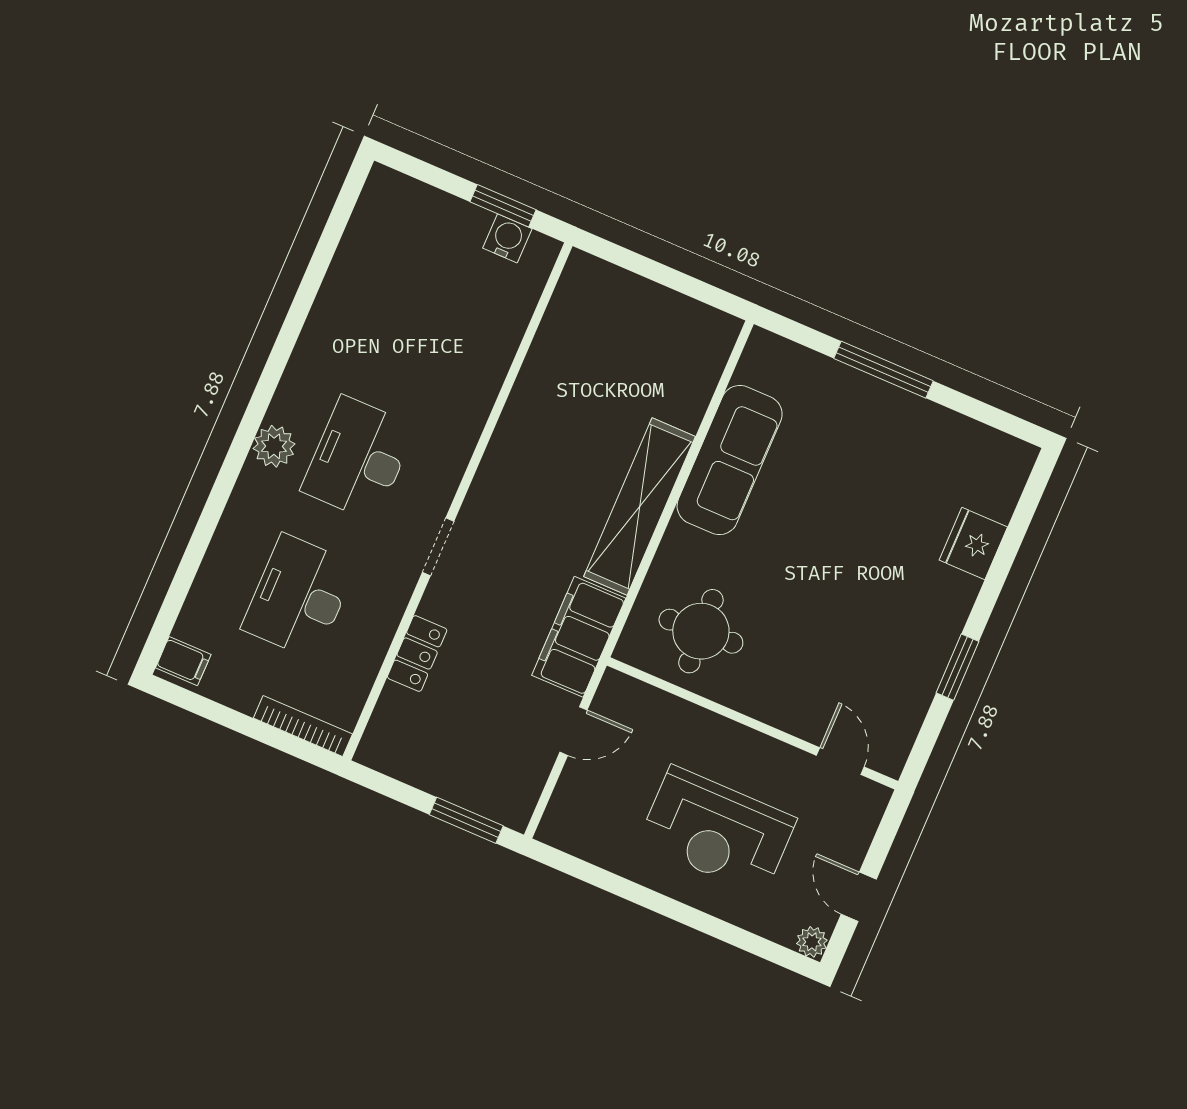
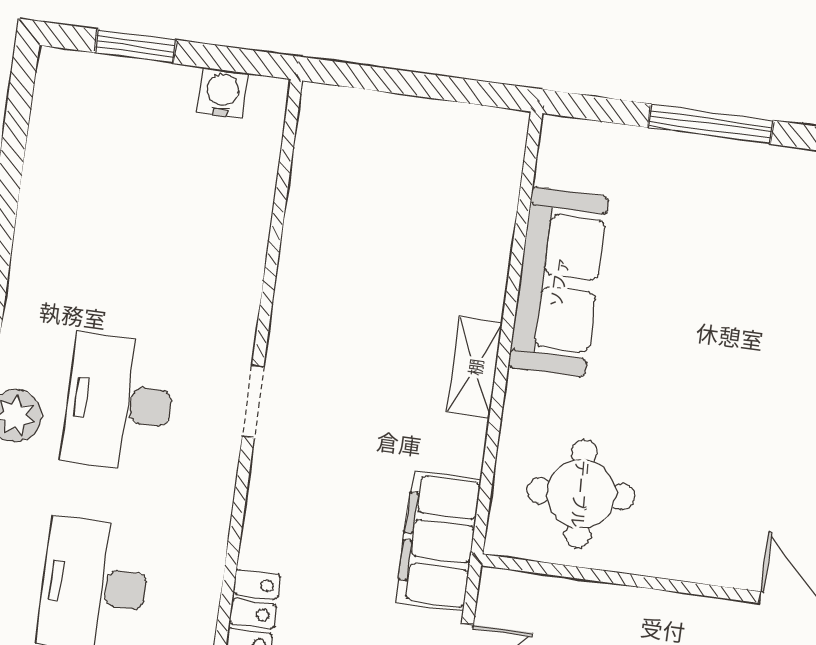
window: (503, 206) -> (135, 46), moved
shelving: (640, 507) -> (475, 367), width x0.45, depth x0.75
doorway: (438, 547) -> (253, 402), moved

